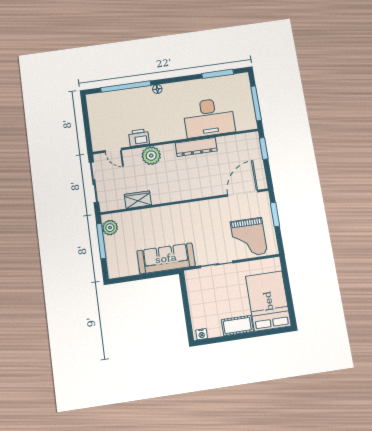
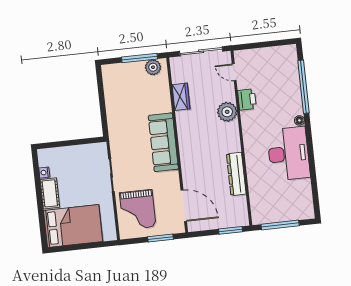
window: (218, 74) -> (314, 186), removed
desk: (209, 118) -> (288, 154), moved, turned 180
dresser: (196, 147) -> (236, 174), moved
door: (113, 150) -> (234, 72), hinge flipped
grand piano: (249, 237) -> (138, 210), turned -90
sofa: (166, 258) -> (163, 142), moved, turned 180
nightstand: (202, 334) -> (44, 173), moved

